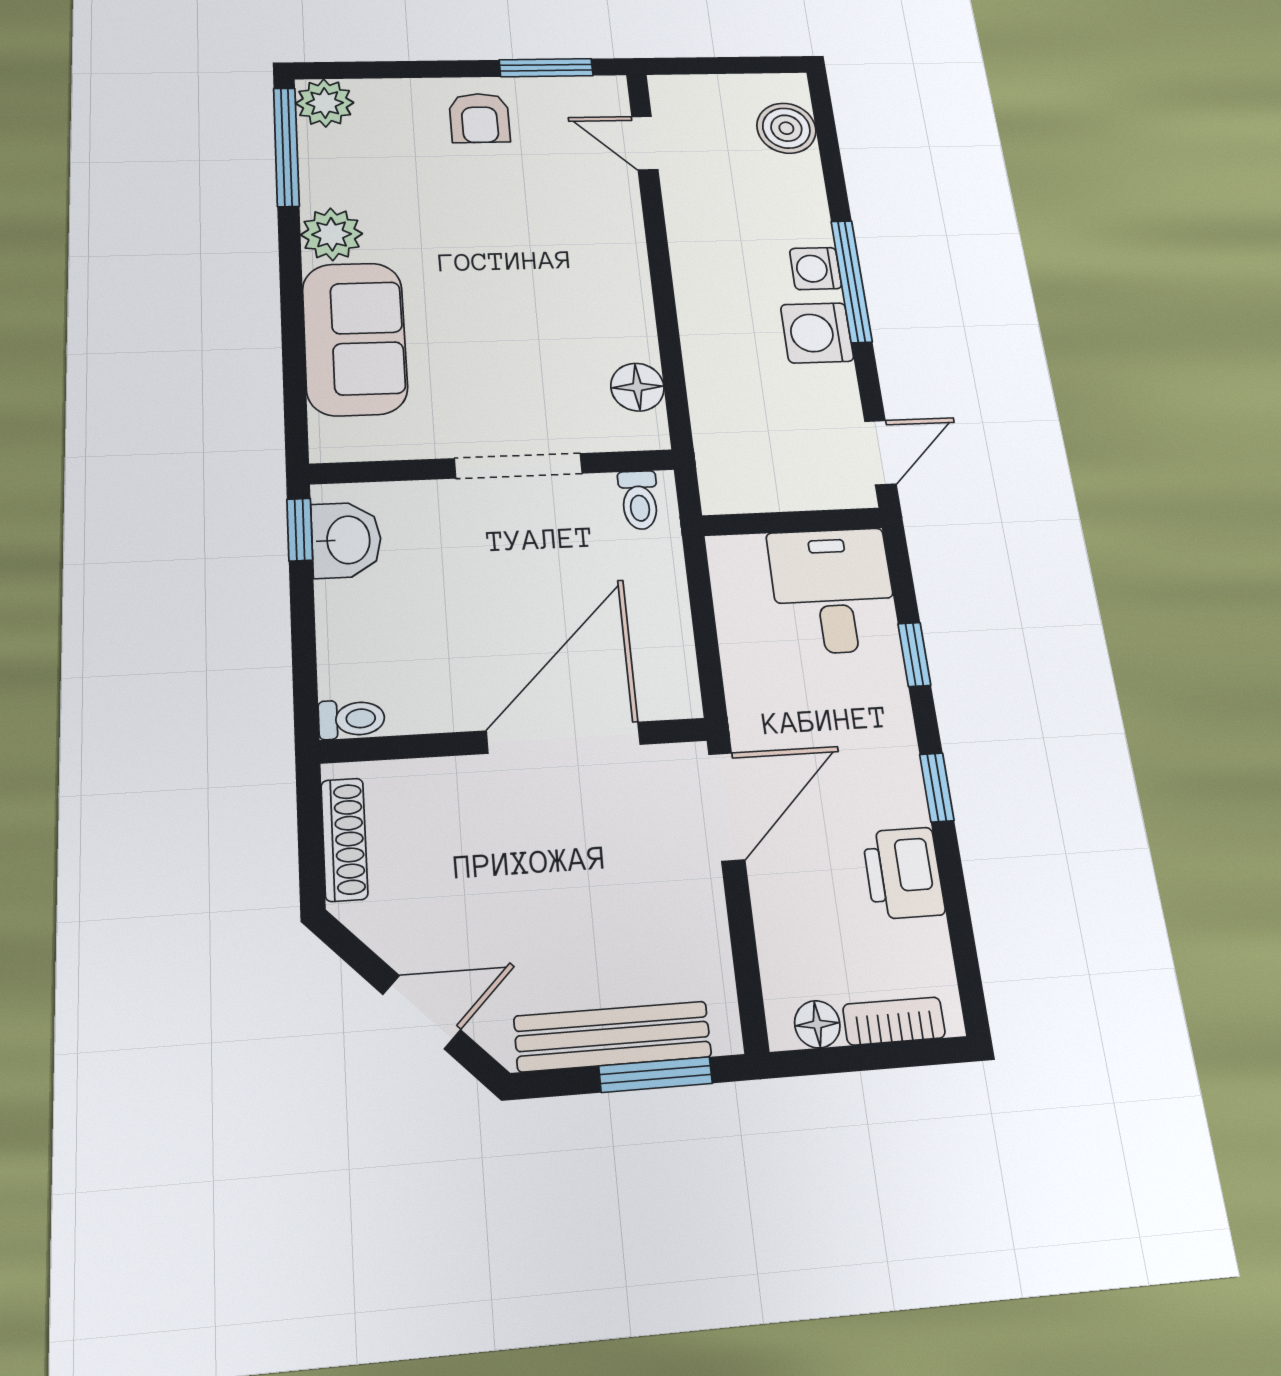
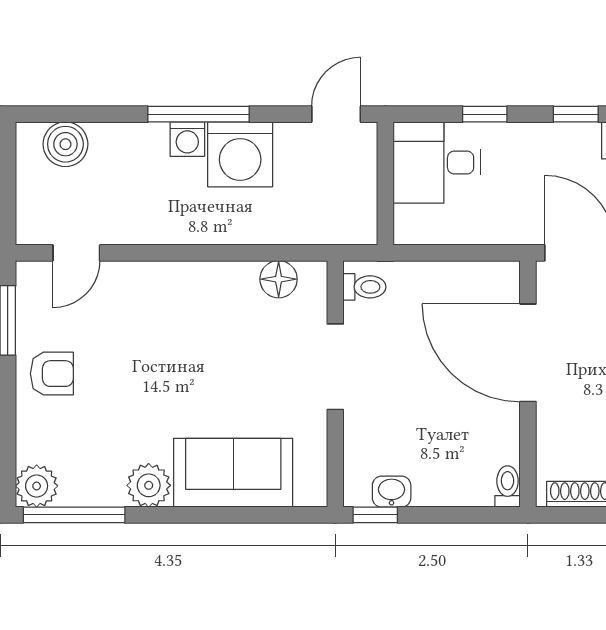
washing machine: (817, 333) -> (240, 154), width x1.37, depth x1.37
door: (880, 453) -> (336, 114), hinge flipped
washbasin: (346, 540) -> (392, 492), width x0.72, depth x0.69

